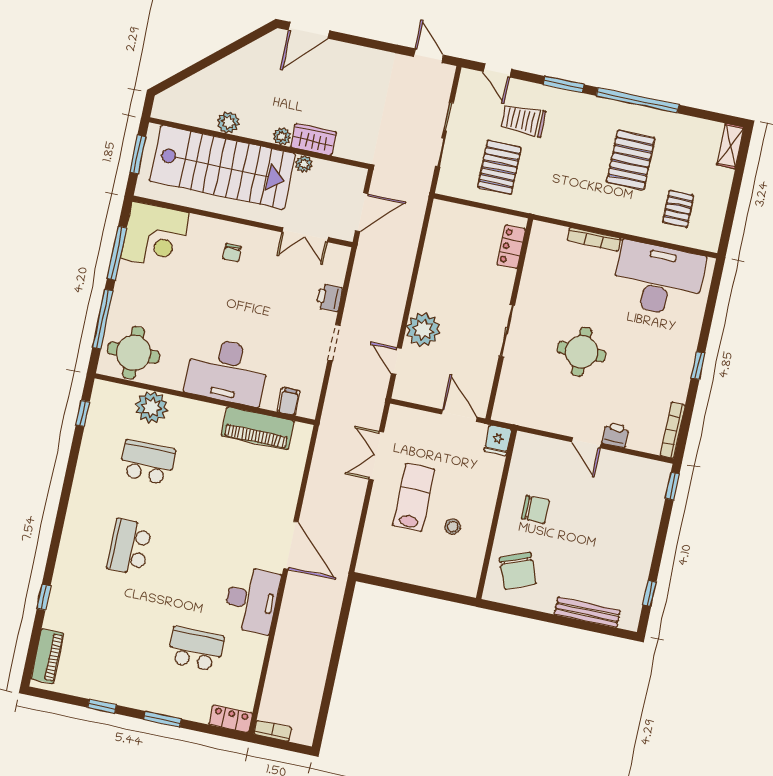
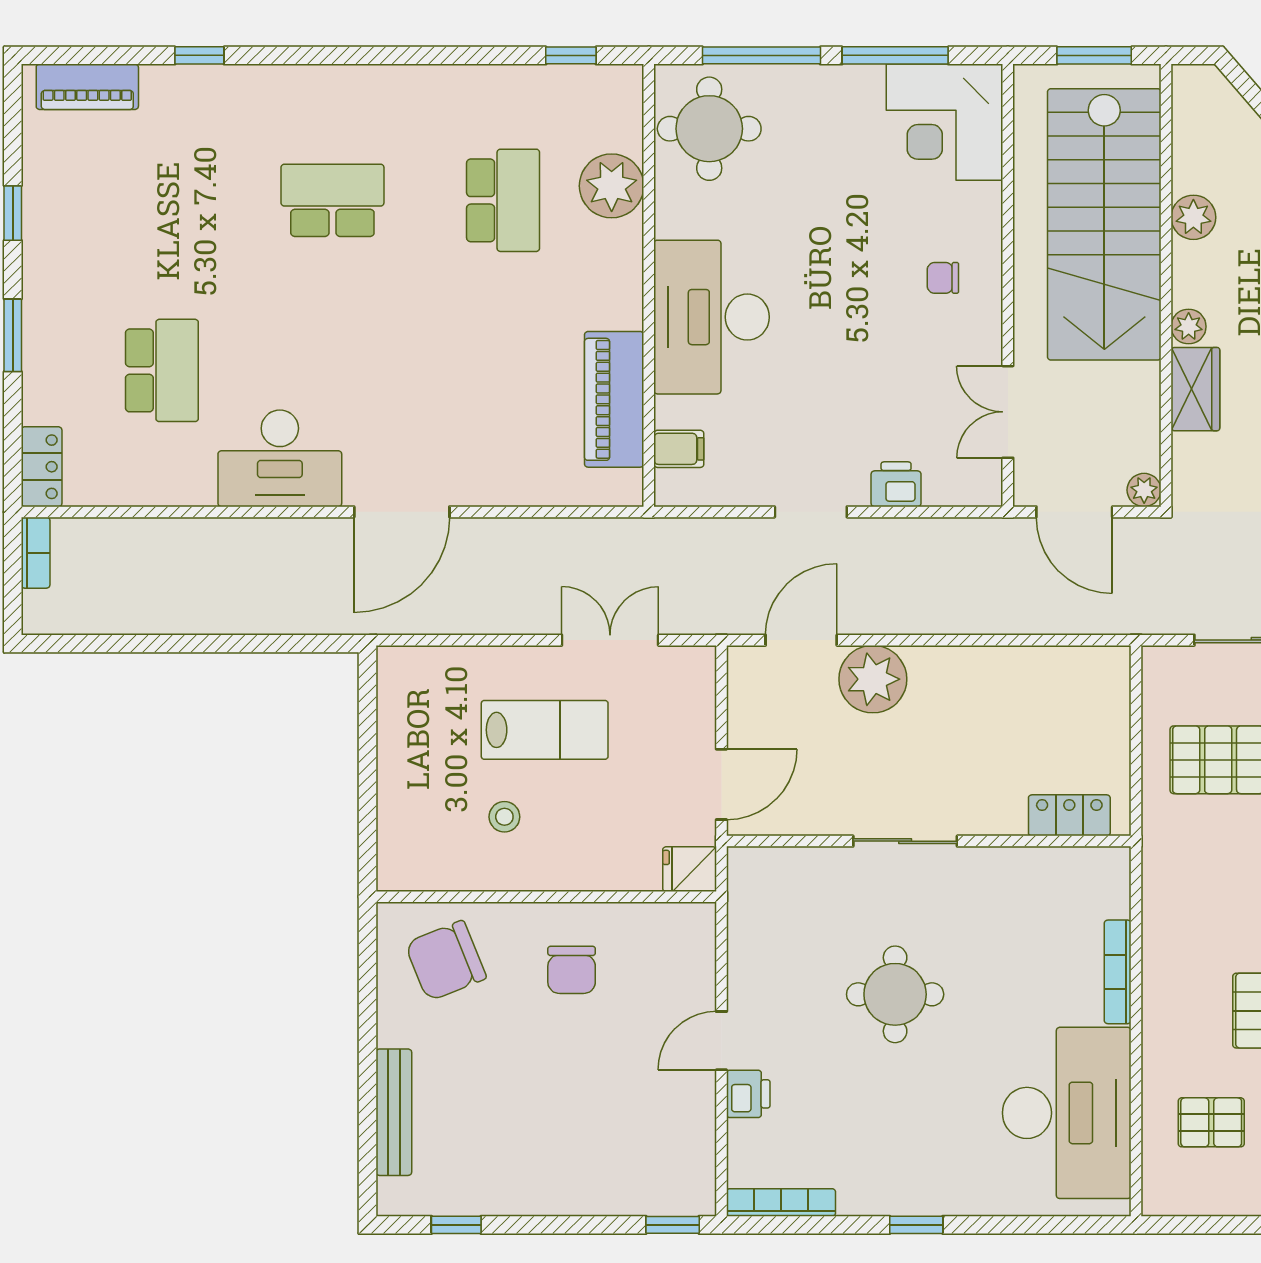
plant: (304, 164) -> (1144, 490), moved
door: (396, 361) -> (801, 640), width x1.38

